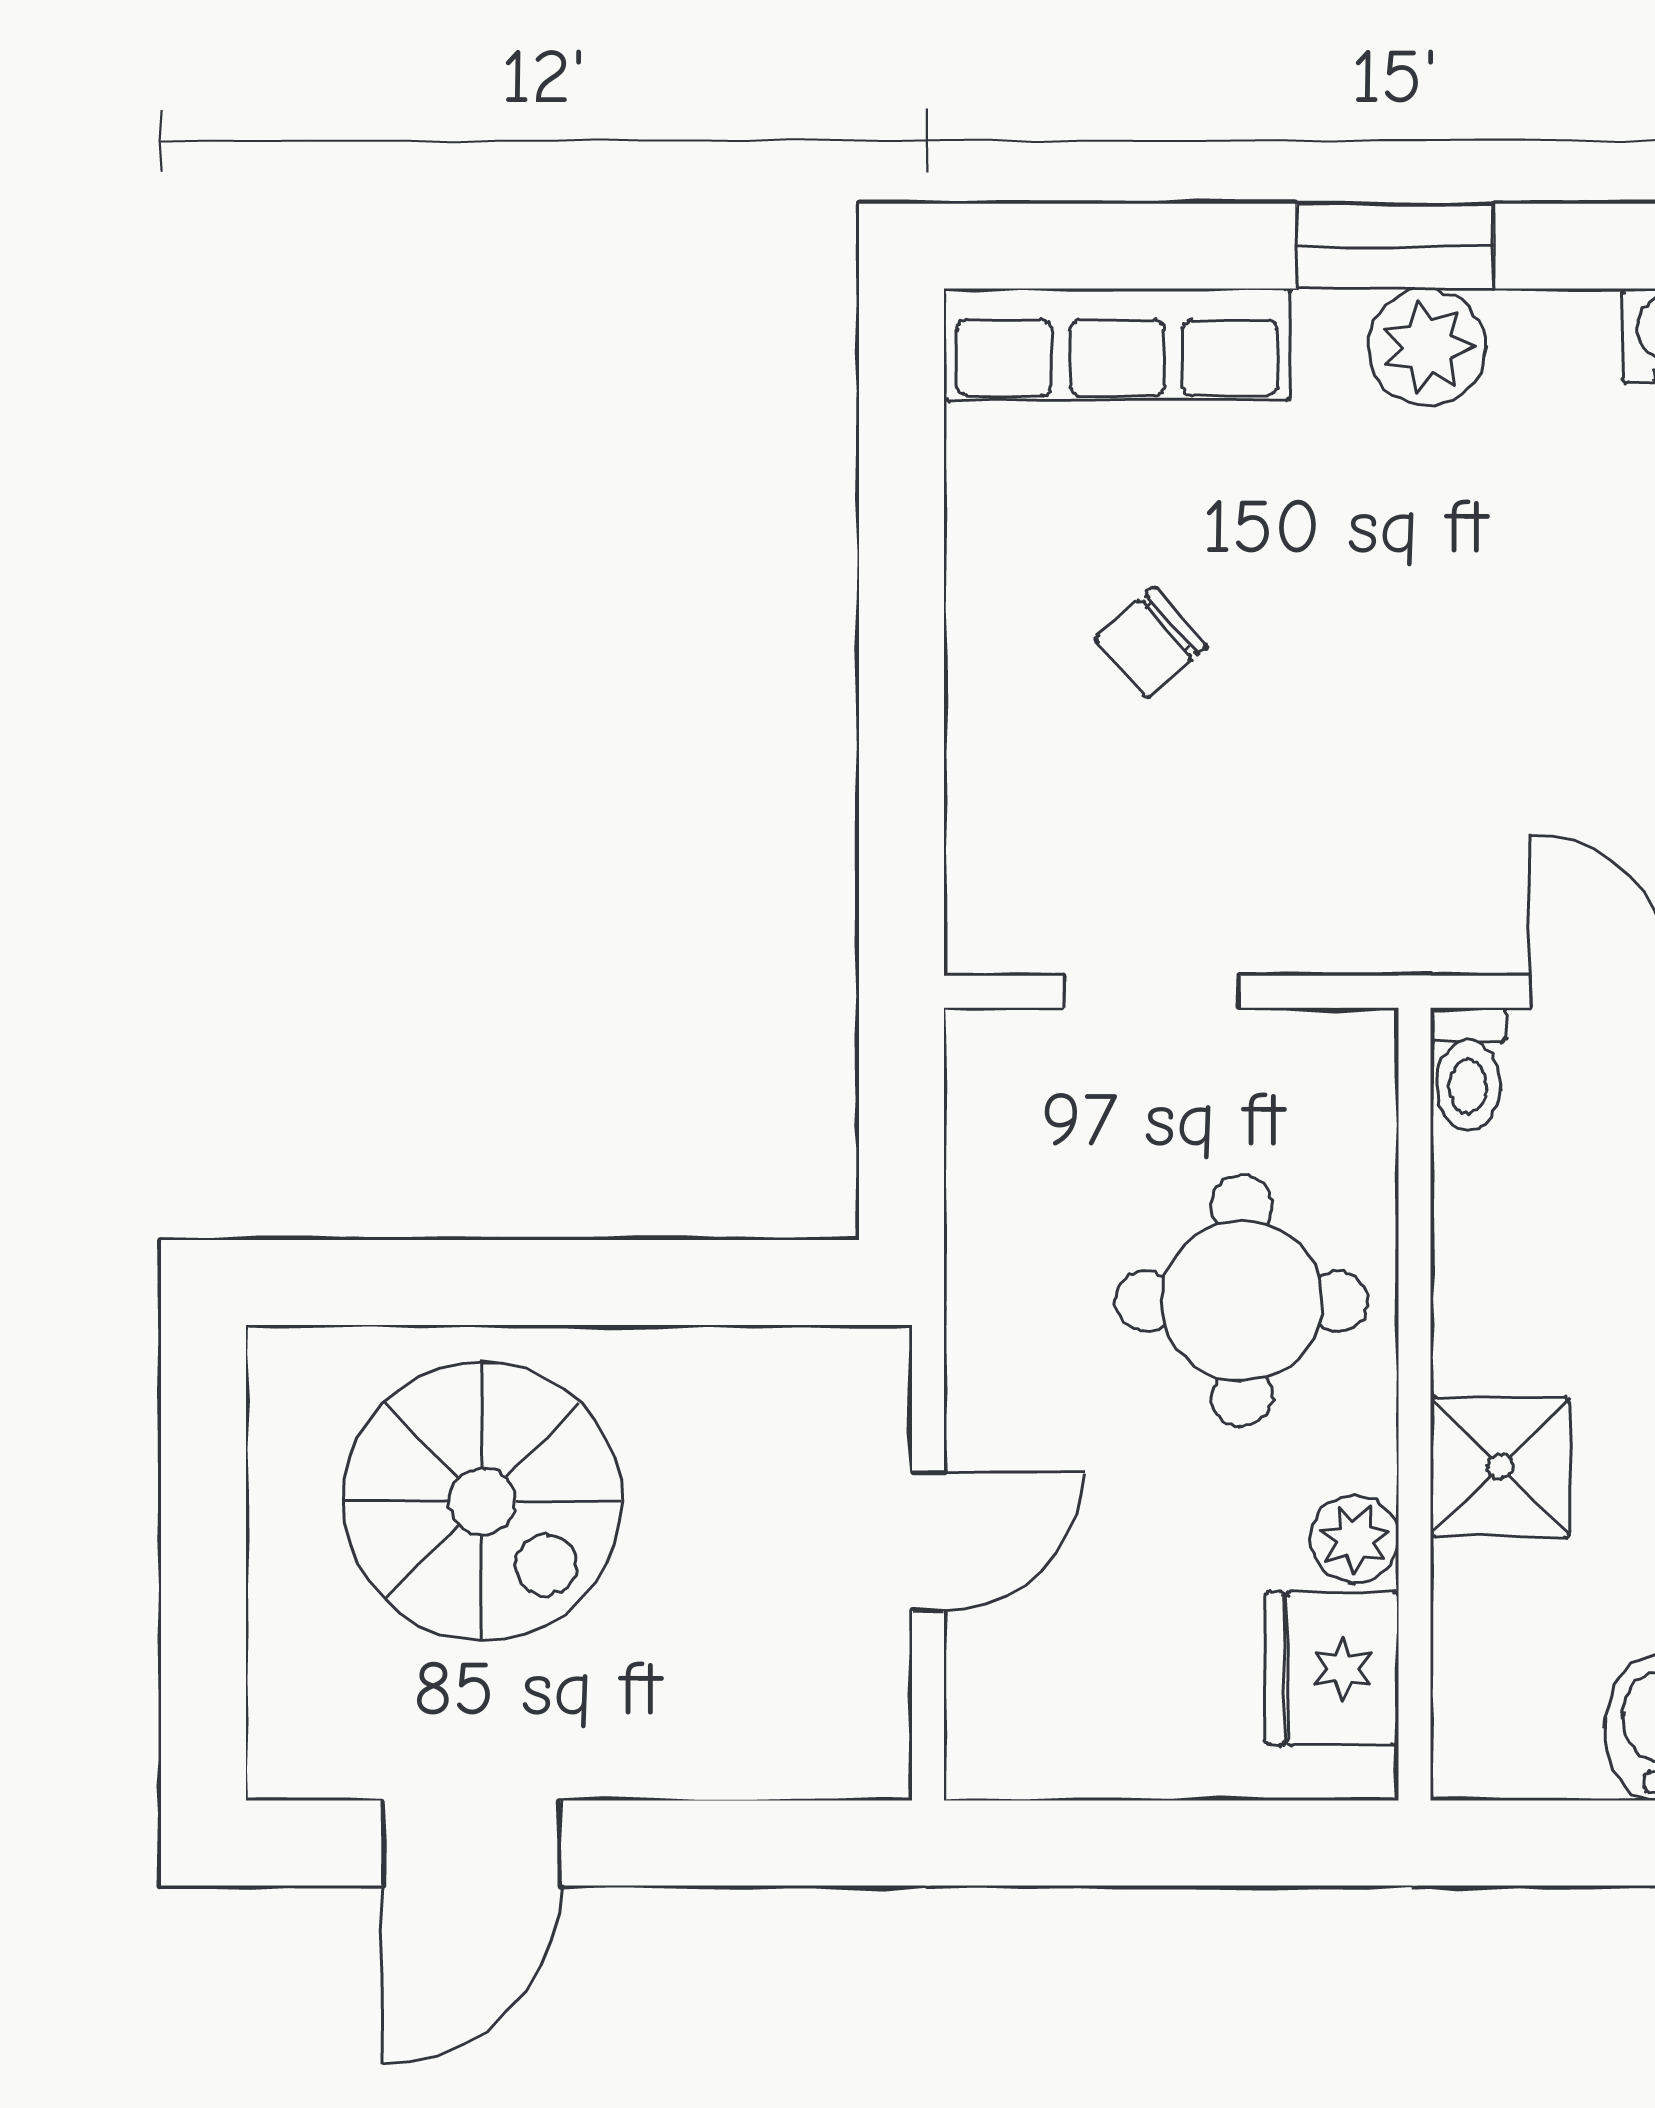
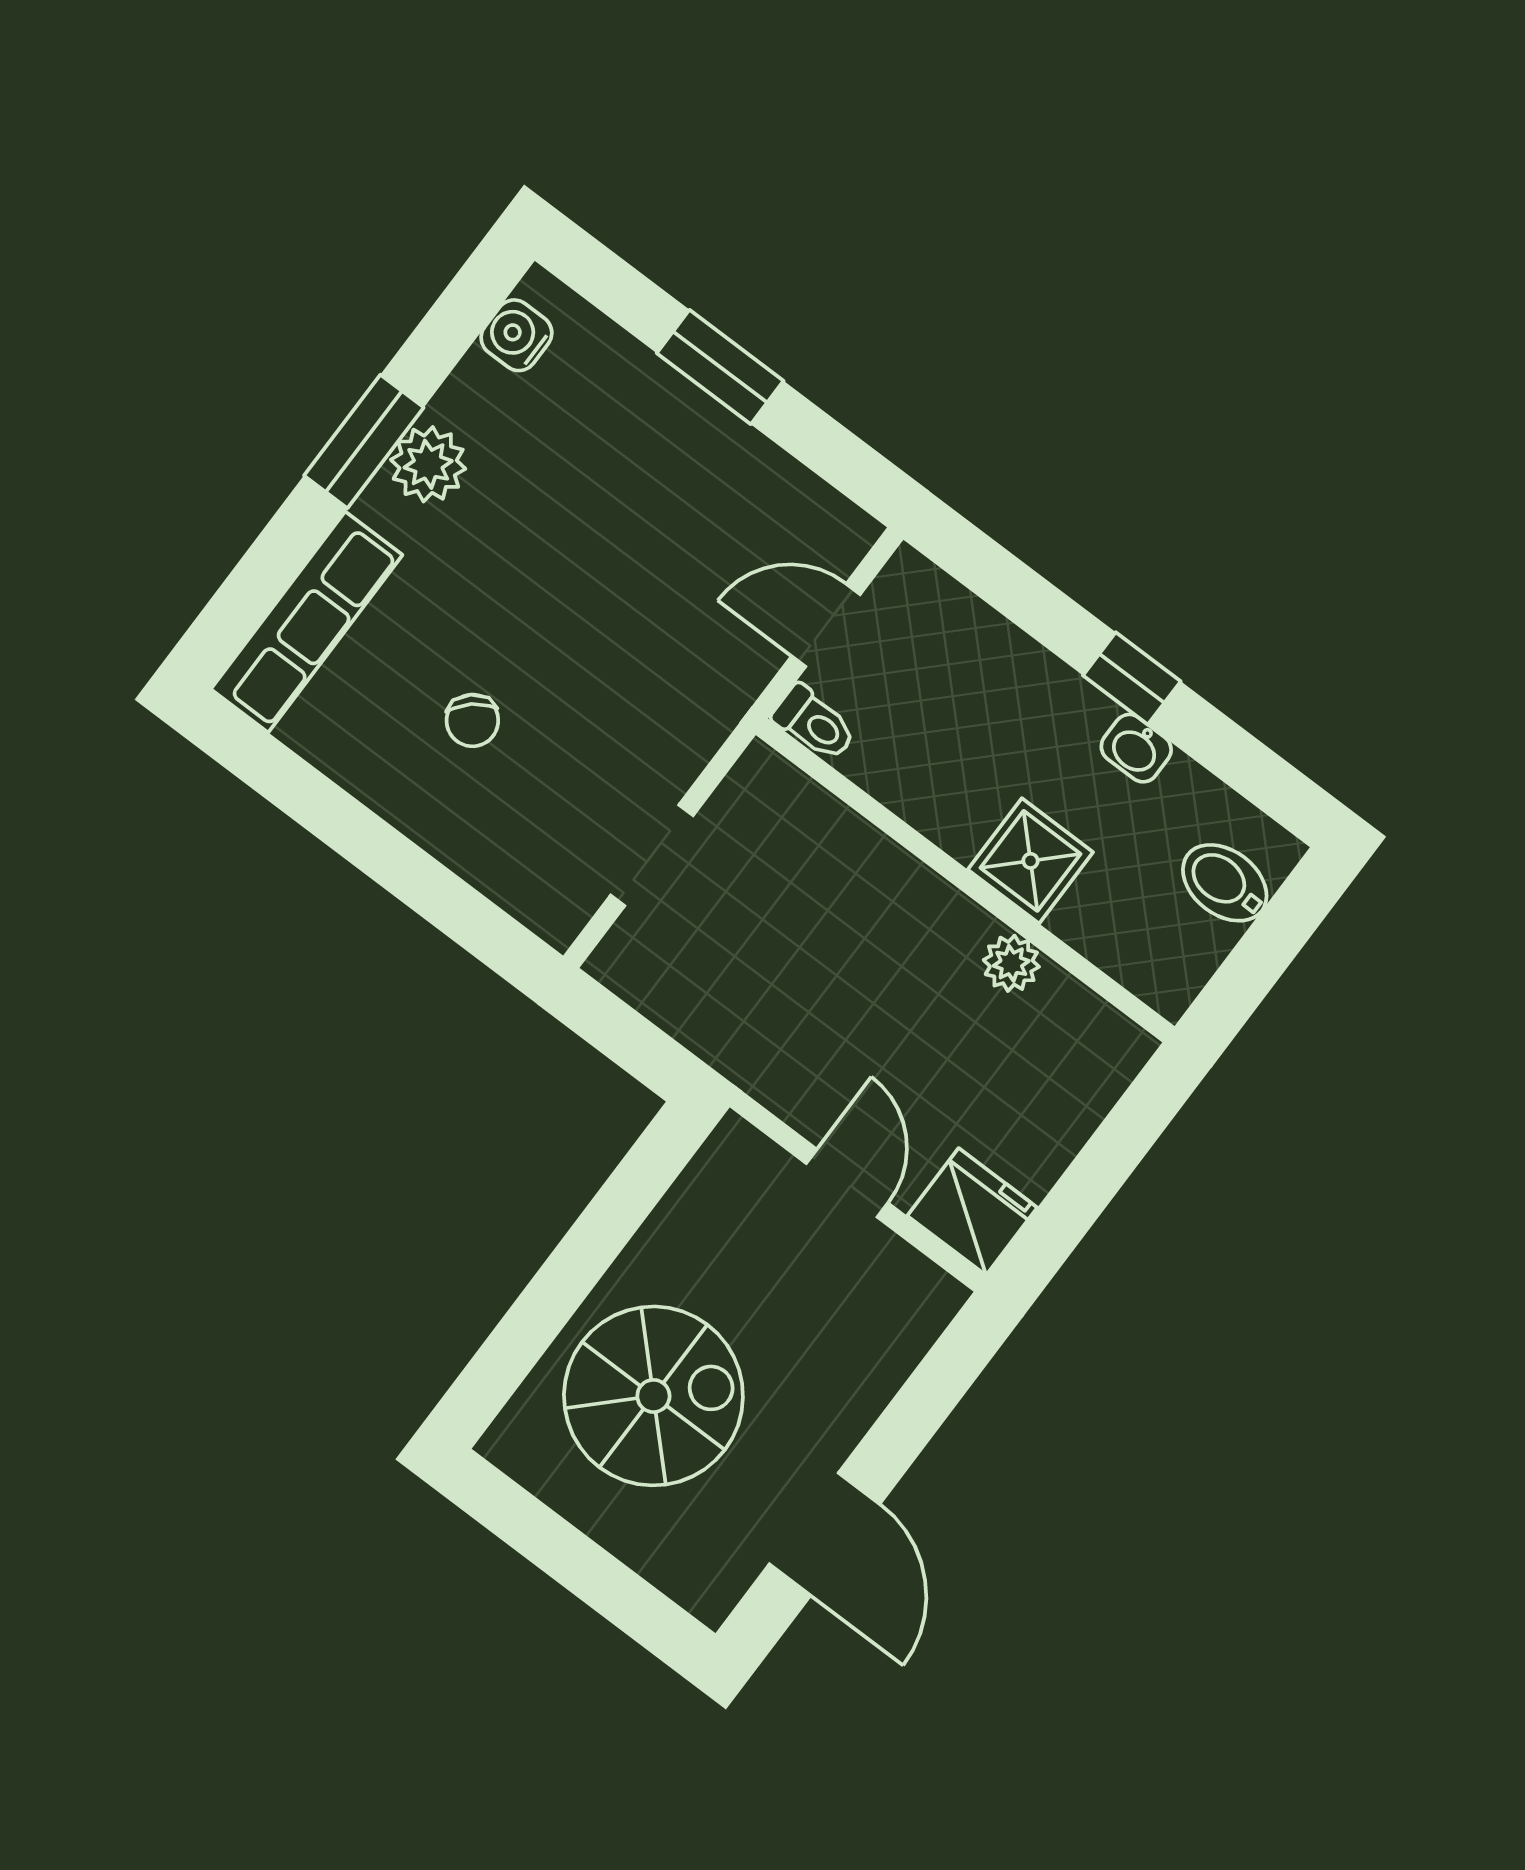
round table: (1242, 1301) -> (845, 929), removed
fridge: (1332, 1668) -> (972, 1212), moved, turned 180

